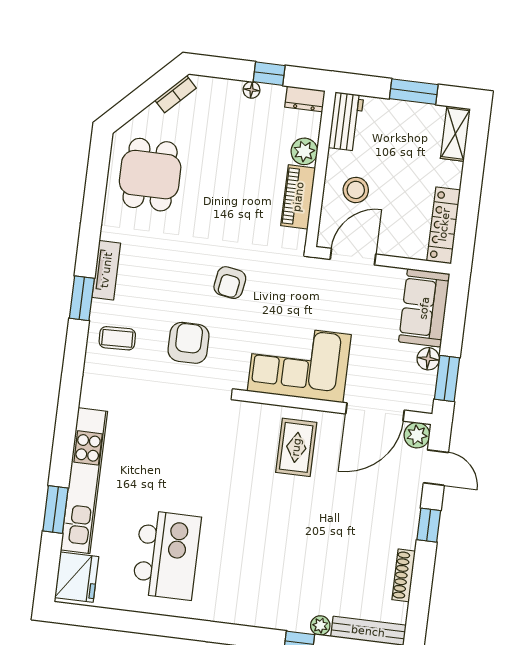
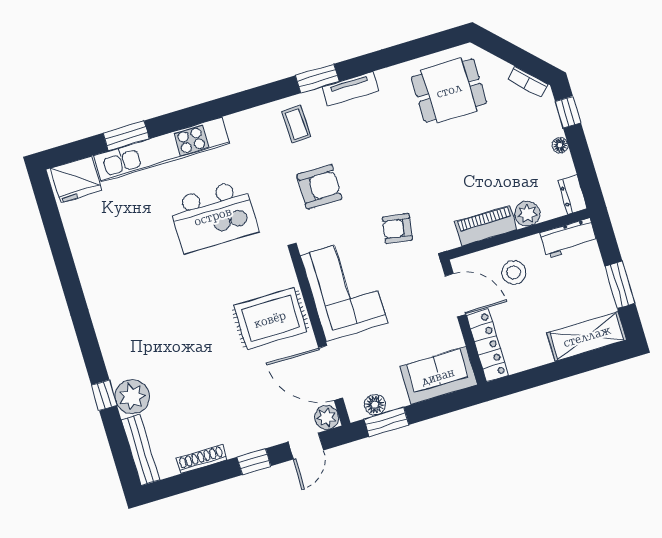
window: (269, 74) -> (568, 112), moved
shelving: (455, 134) -> (587, 336), width x1.50, depth x1.33
locker: (444, 225) -> (487, 345), moved, turned 90
armchair: (230, 283) -> (397, 228), moved
floor lamp: (428, 359) -> (375, 405), moved
rug: (296, 447) -> (270, 319), width x1.36, depth x1.43
kitchen island: (167, 555) -> (213, 216), moved
plant: (320, 625) -> (132, 397), width x1.87, depth x1.87

